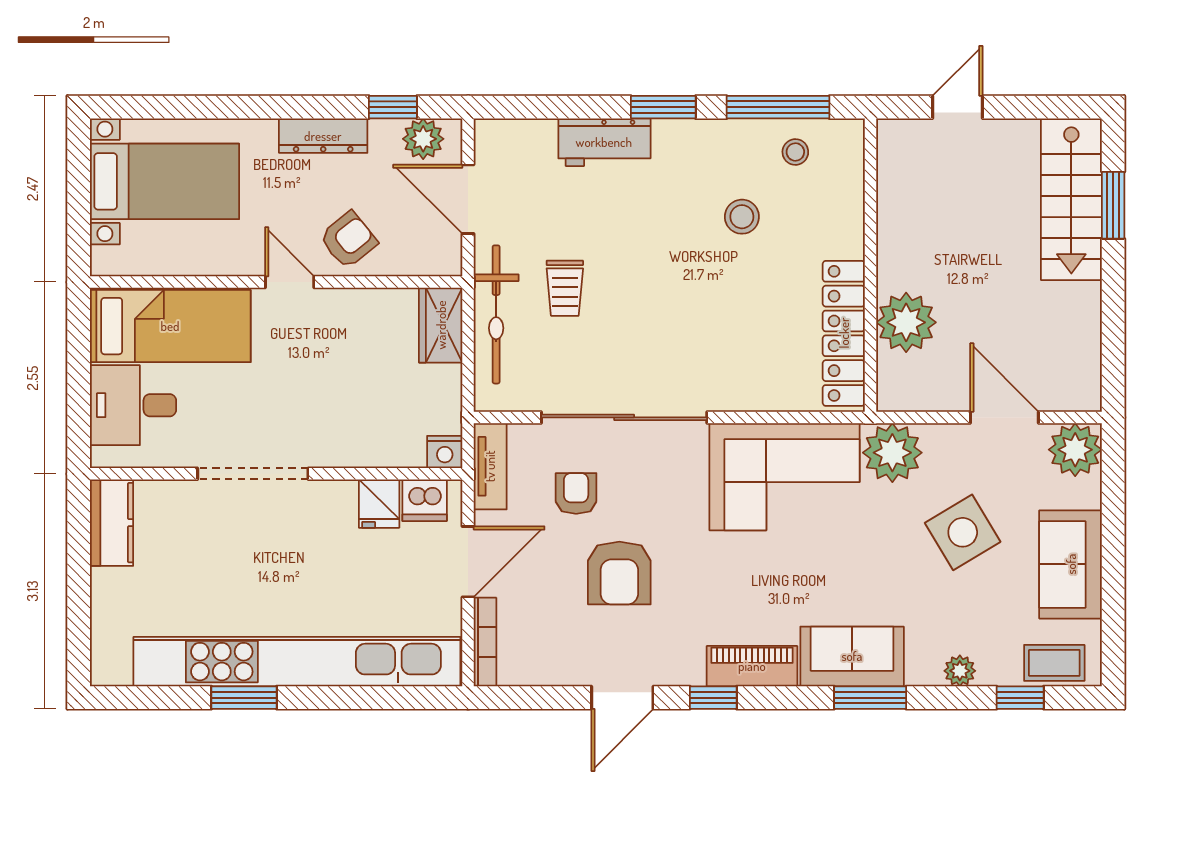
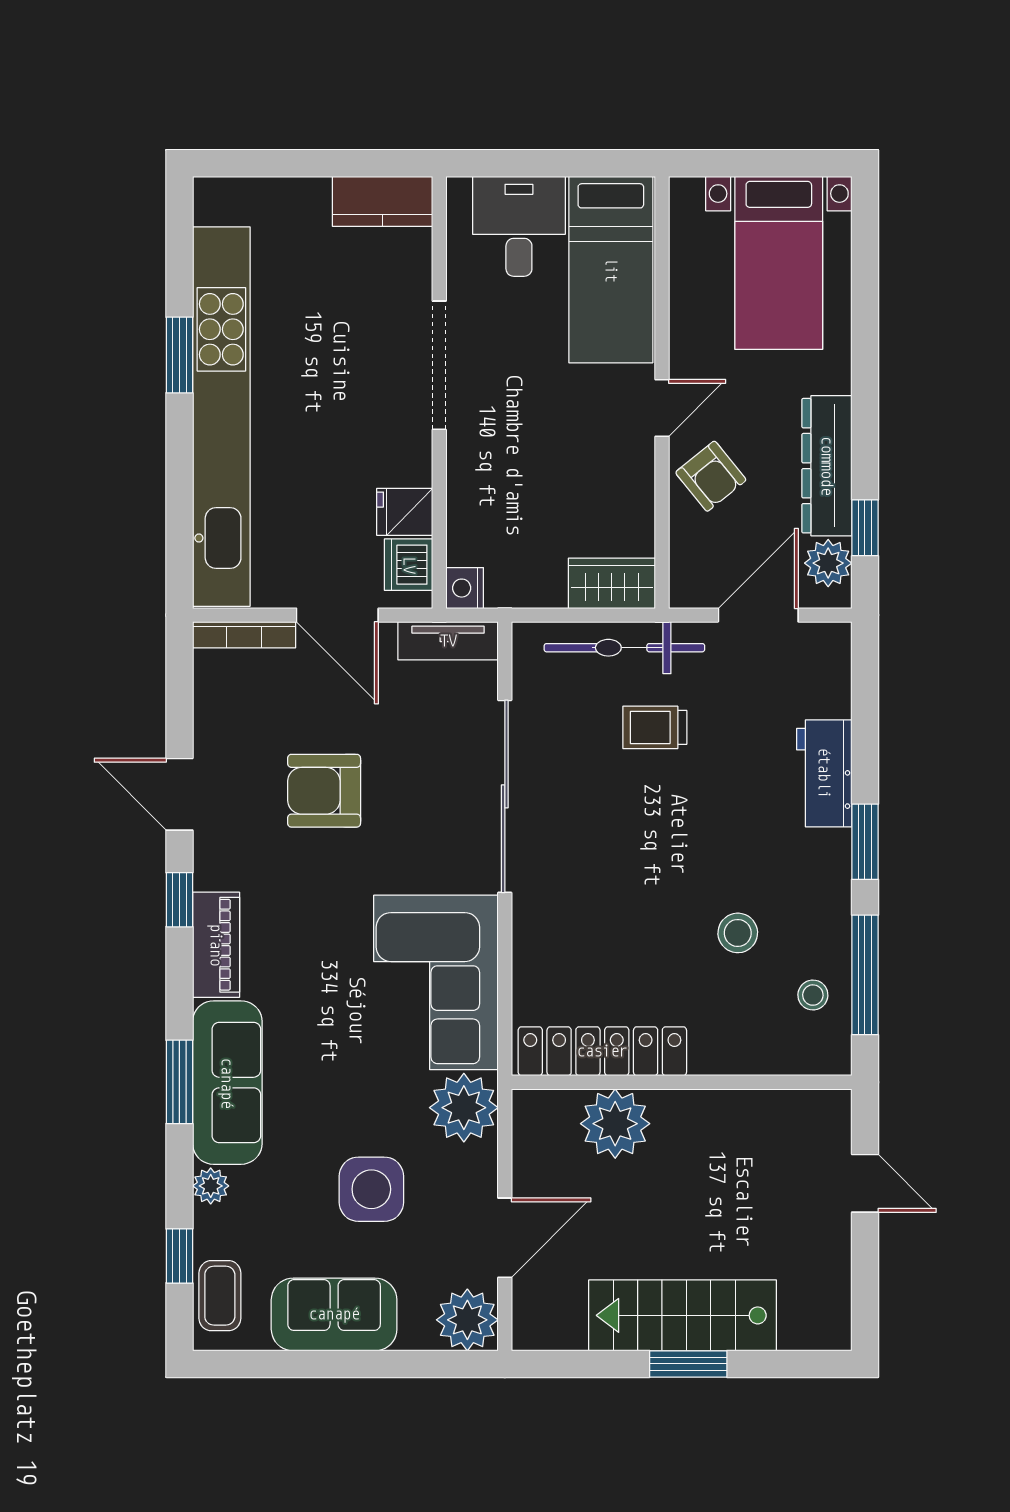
dresser: (323, 136) -> (827, 466), width x1.37, depth x1.24
stairs: (1071, 199) -> (683, 1315), moved
window: (1113, 205) -> (688, 1364), moved
armchair: (576, 493) -> (417, 741), removed
side table: (963, 532) -> (371, 1189), turned 31
sofa: (852, 656) -> (227, 1083), width x1.36

